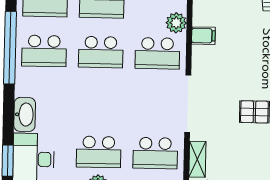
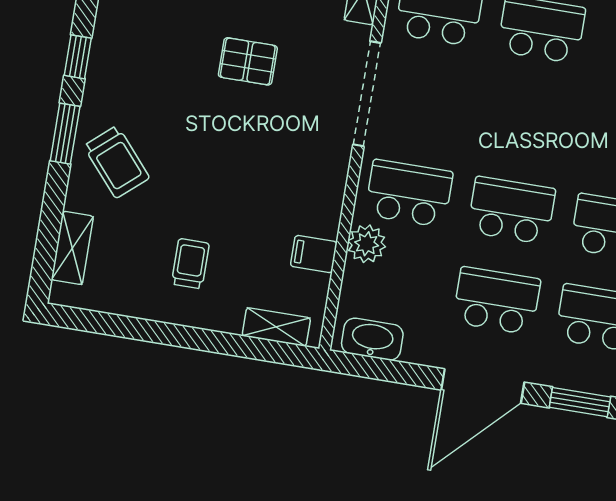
filing cabinet: (203, 36) -> (314, 254), moved

